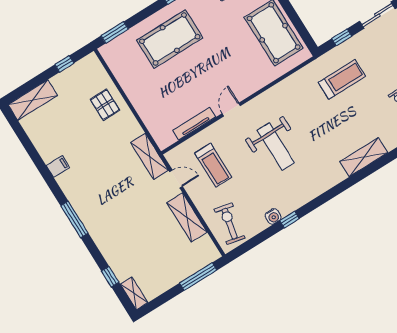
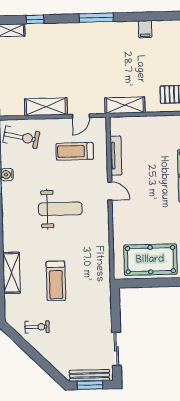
window: (342, 37) -> (115, 311), removed
treadmill: (342, 79) -> (56, 281), moved
weight bench: (276, 147) -> (60, 209), turned 180
shelving: (149, 156) -> (125, 105), moved

